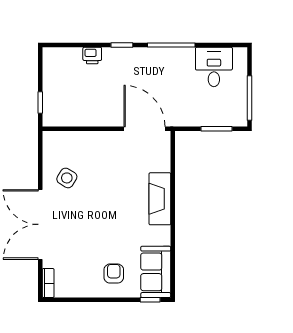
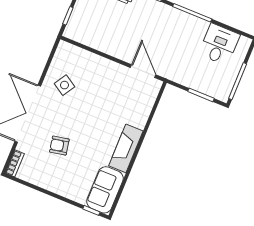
door: (144, 129) -> (143, 71), width x0.73
fireplace: (160, 199) -> (126, 148), moved
armchair: (114, 274) -> (59, 146), moved, turned -101

